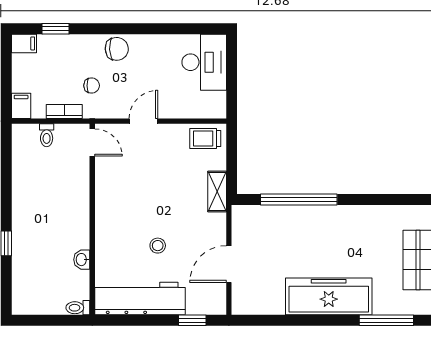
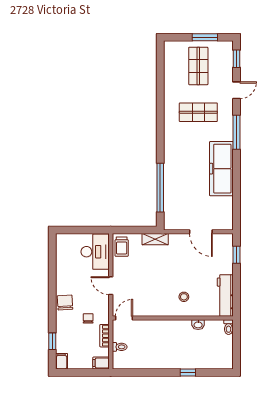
desk: (204, 62) -> (95, 252), moved, turned 90
stool: (158, 246) -> (184, 297), moved
workbench: (140, 299) -> (225, 295), width x0.73, depth x0.76

